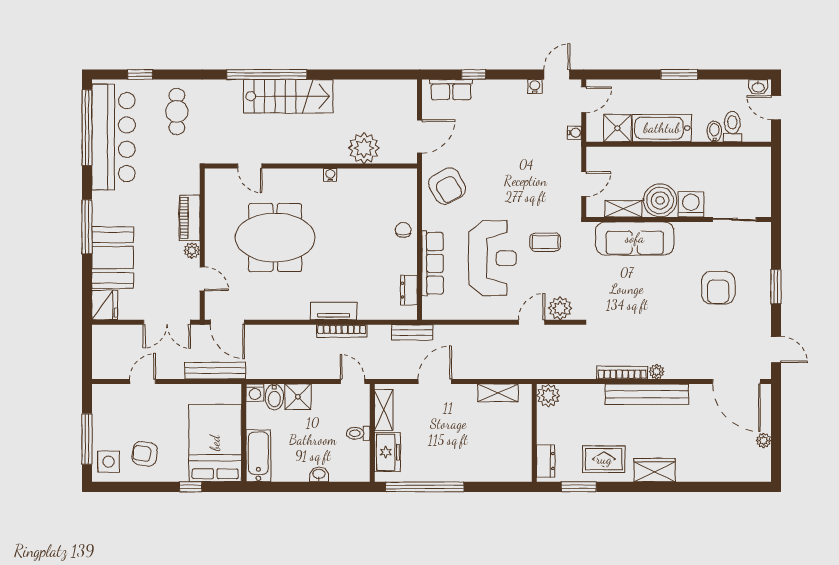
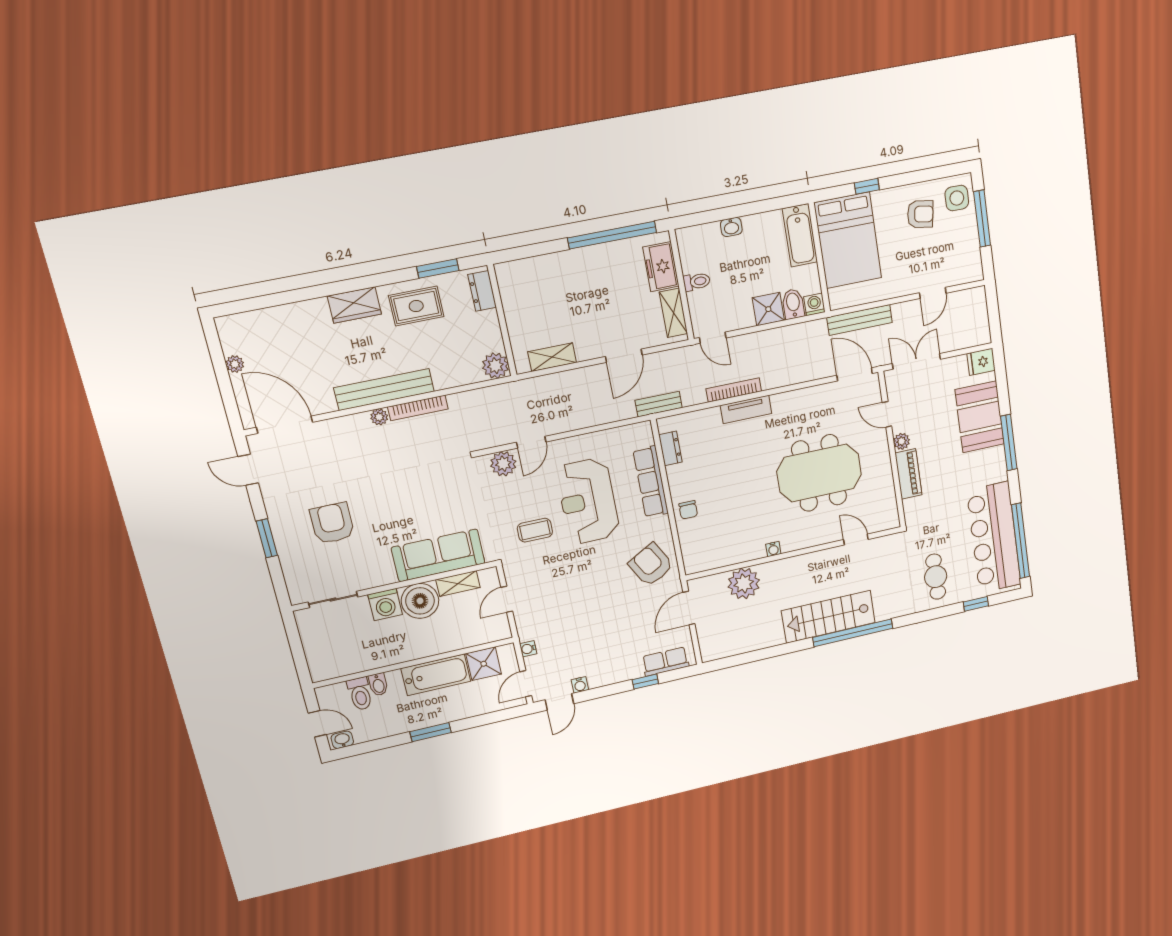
fridge: (105, 305) -> (981, 362), width x0.72

